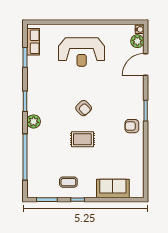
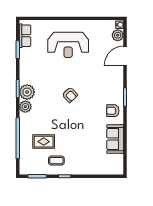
plant: (35, 105) -> (27, 92), added
rug: (82, 139) -> (44, 142), moved
sofa: (113, 189) -> (115, 139), moved, turned -90

